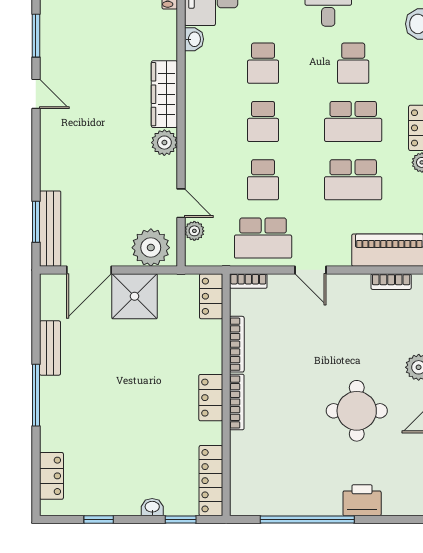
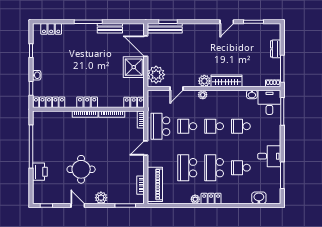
plant: (194, 231) -> (203, 95), moved

